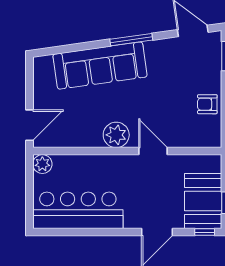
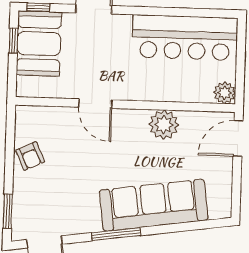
armchair: (207, 104) -> (30, 156), turned 65
plant: (116, 135) -> (164, 125), moved

